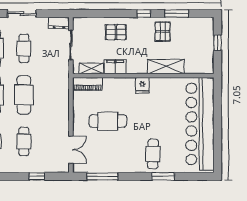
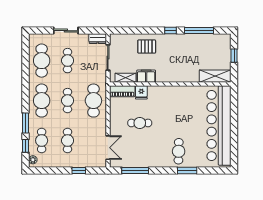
window: (177, 14) -> (199, 31), width x1.44
pallet: (163, 31) -> (187, 46), removed
shelving: (166, 67) -> (215, 76), moved
fridge: (142, 85) -> (141, 92), moved
cafe table: (24, 95) -> (68, 101), width x0.73, depth x0.74
cafe table: (54, 95) -> (93, 101), added
cafe table: (108, 121) -> (140, 123), width x0.73, depth x0.74

